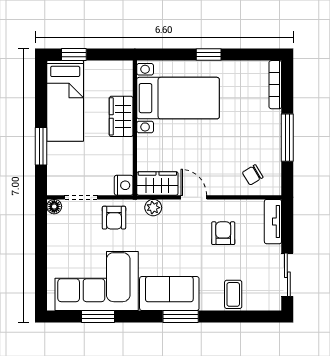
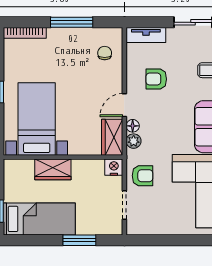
chair: (253, 175) -> (105, 53), turned -149
floor lamp: (54, 207) -> (133, 126), moved

